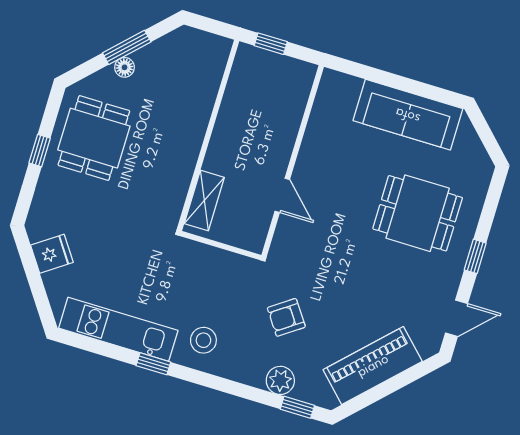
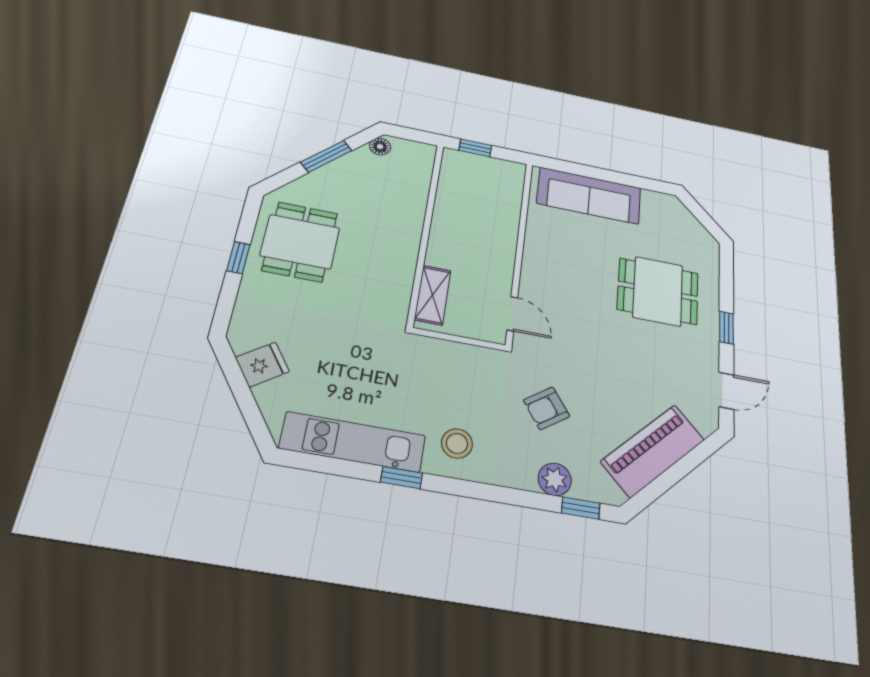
floor lamp: (125, 67) -> (380, 147), moved
sofa: (408, 115) -> (589, 196), moved
door: (282, 195) -> (512, 314), moved

